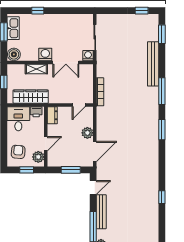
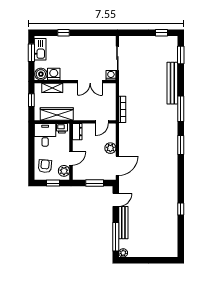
washing machine: (45, 54) -> (54, 74), moved
shelving: (36, 69) -> (52, 88), moved

